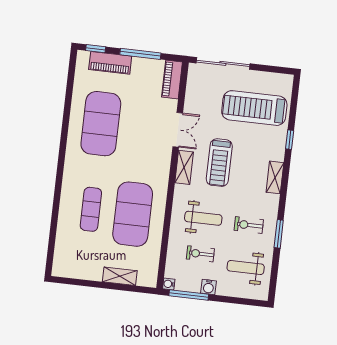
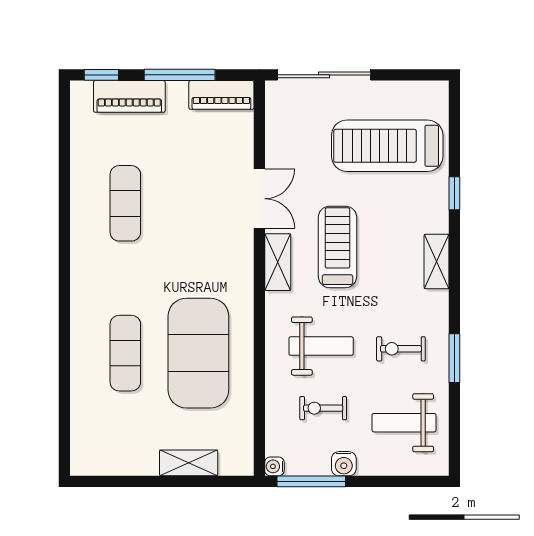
piano: (172, 79) -> (221, 95), moved, turned -90
exercise mat: (101, 124) -> (125, 203), width x0.50, depth x0.69
treadmill: (219, 163) -> (338, 247), turned 180

